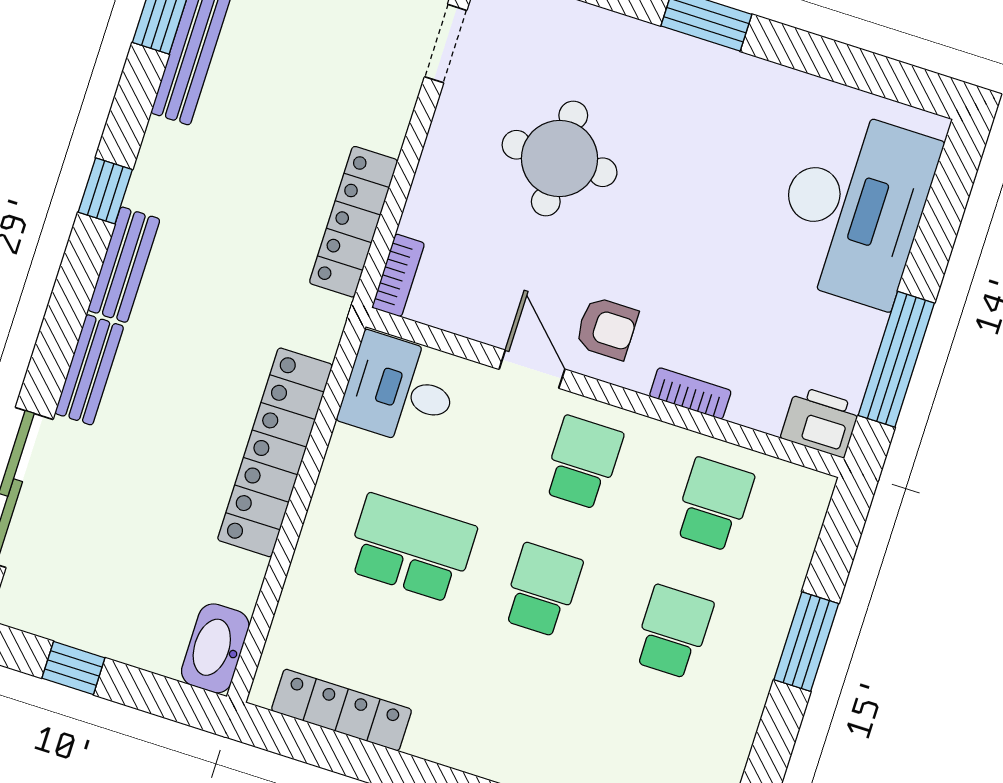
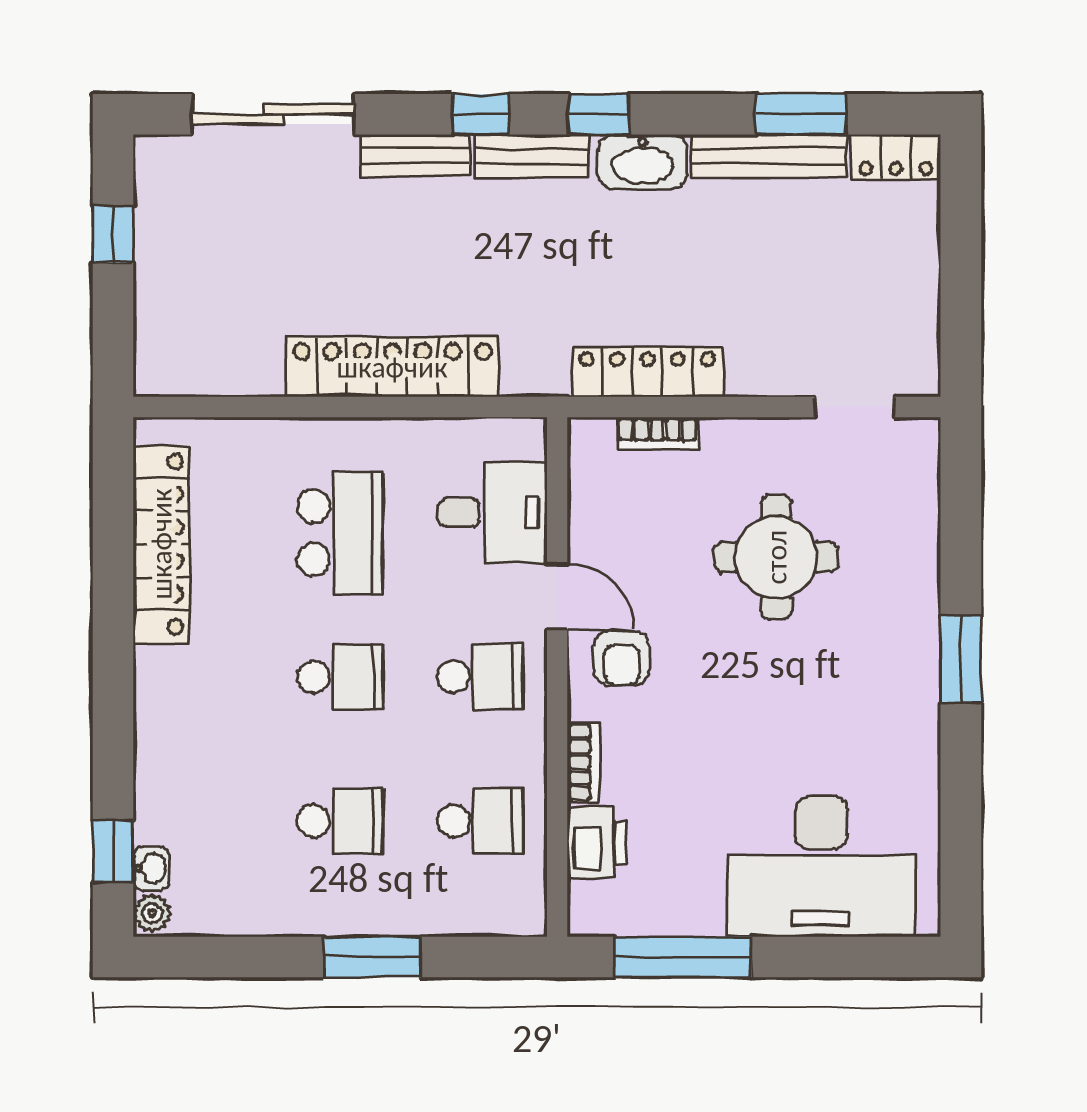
bookcase: (398, 275) -> (657, 433), moved
window: (71, 299) -> (481, 114), added
door: (532, 369) -> (557, 597), hinge flipped
desk: (400, 390) -> (493, 513), moved, turned 90
printer: (821, 422) -> (597, 842), moved
washbasin: (215, 648) -> (643, 162), moved, turned 180
locker: (342, 710) -> (161, 544), width x1.41, depth x1.21

